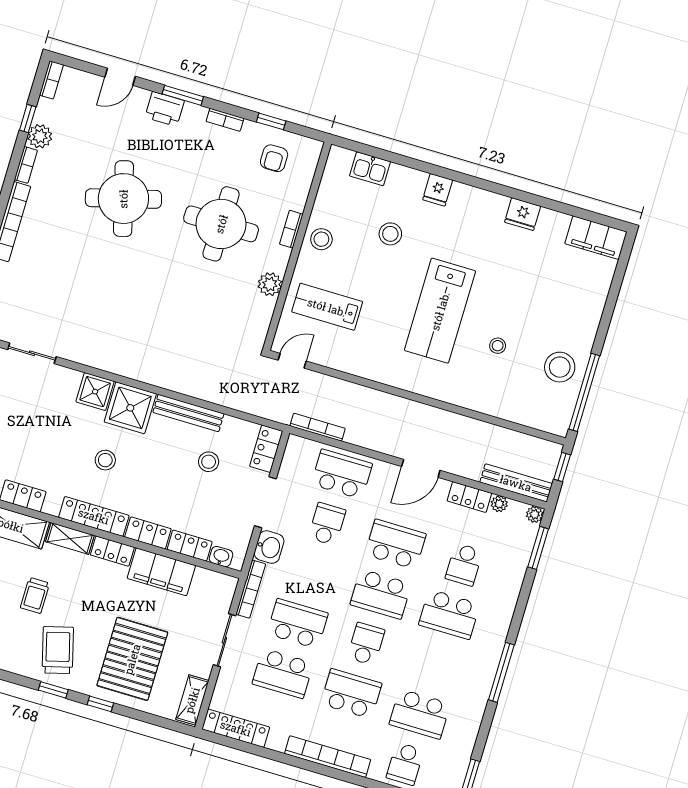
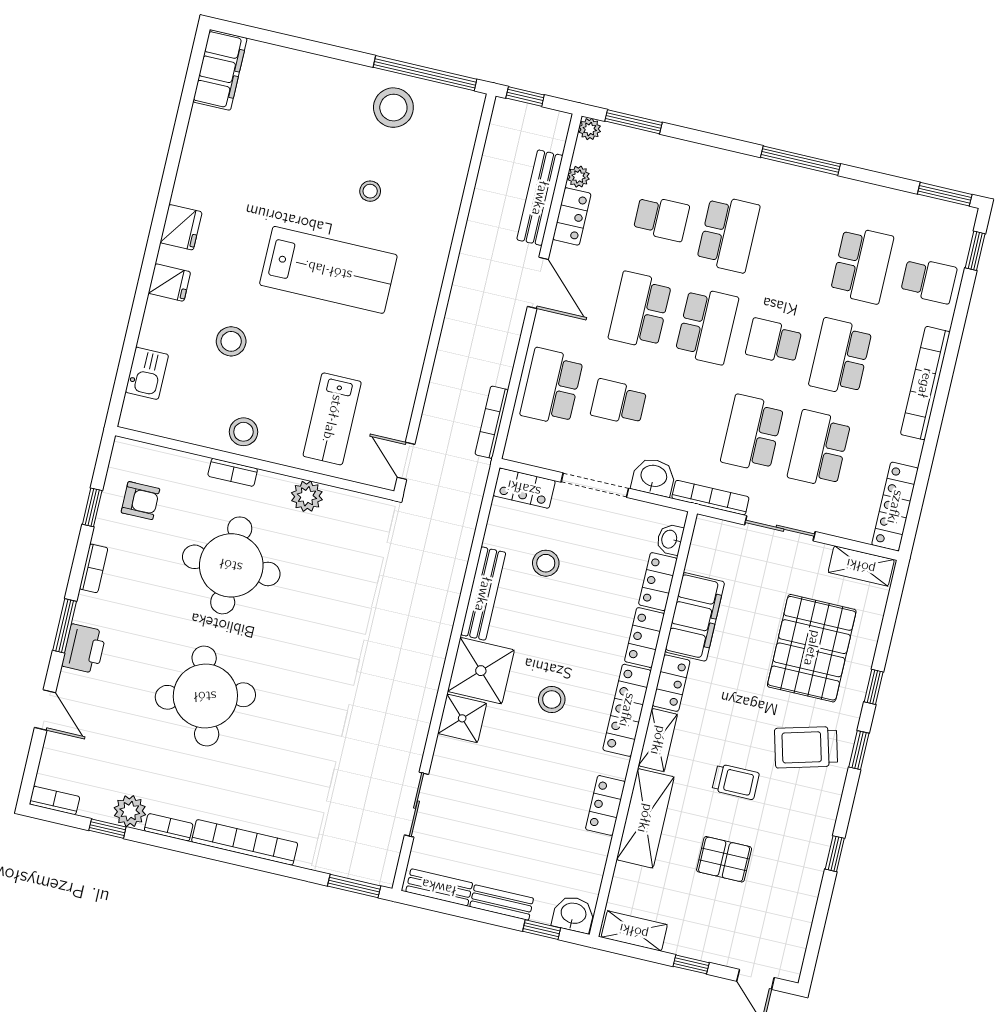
fridge: (523, 214) -> (181, 227), moved
bench: (516, 483) -> (540, 198), moved
pallet: (132, 659) -> (812, 648), turned 90
school desk: (283, 673) -> (819, 449), turned 180

